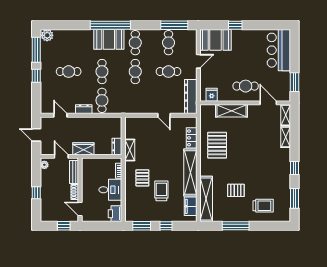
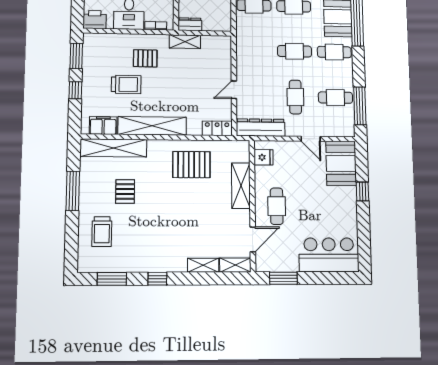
locker: (192, 138) -> (217, 128), moved

